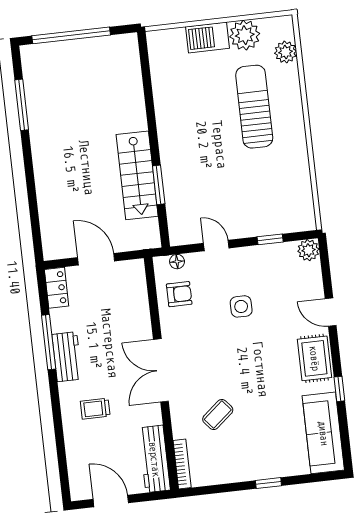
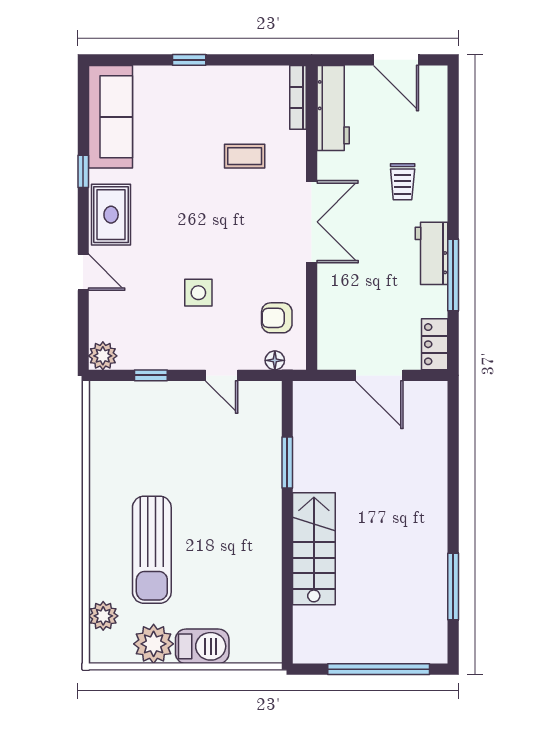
stairs: (137, 175) -> (314, 549), moved
trolley: (95, 409) -> (403, 182), turned 90
coffee table: (218, 415) -> (245, 156), turned 40

